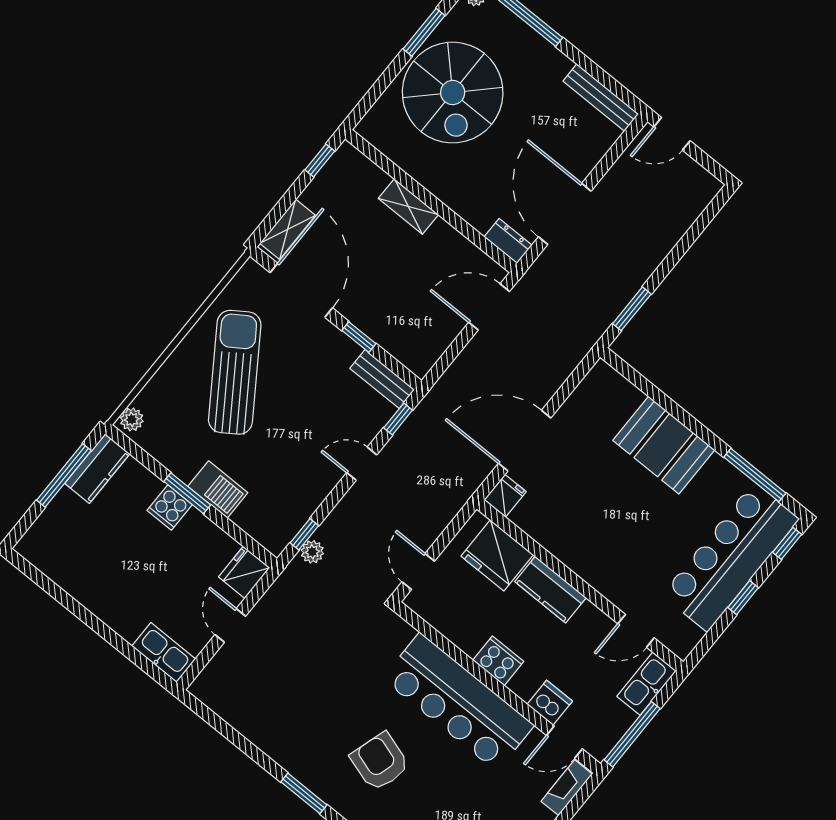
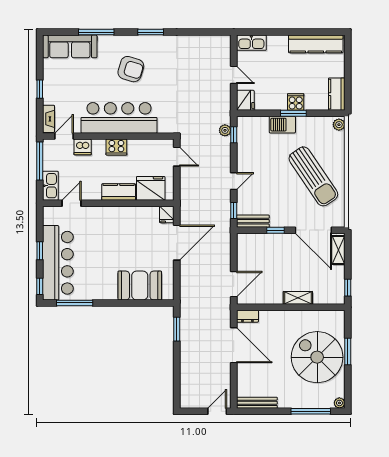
window: (424, 32) -> (348, 351), moved
booth: (664, 445) -> (140, 286), moved
window: (64, 475) -> (348, 81), removed
kitchen counter: (67, 571) -> (316, 44), added

